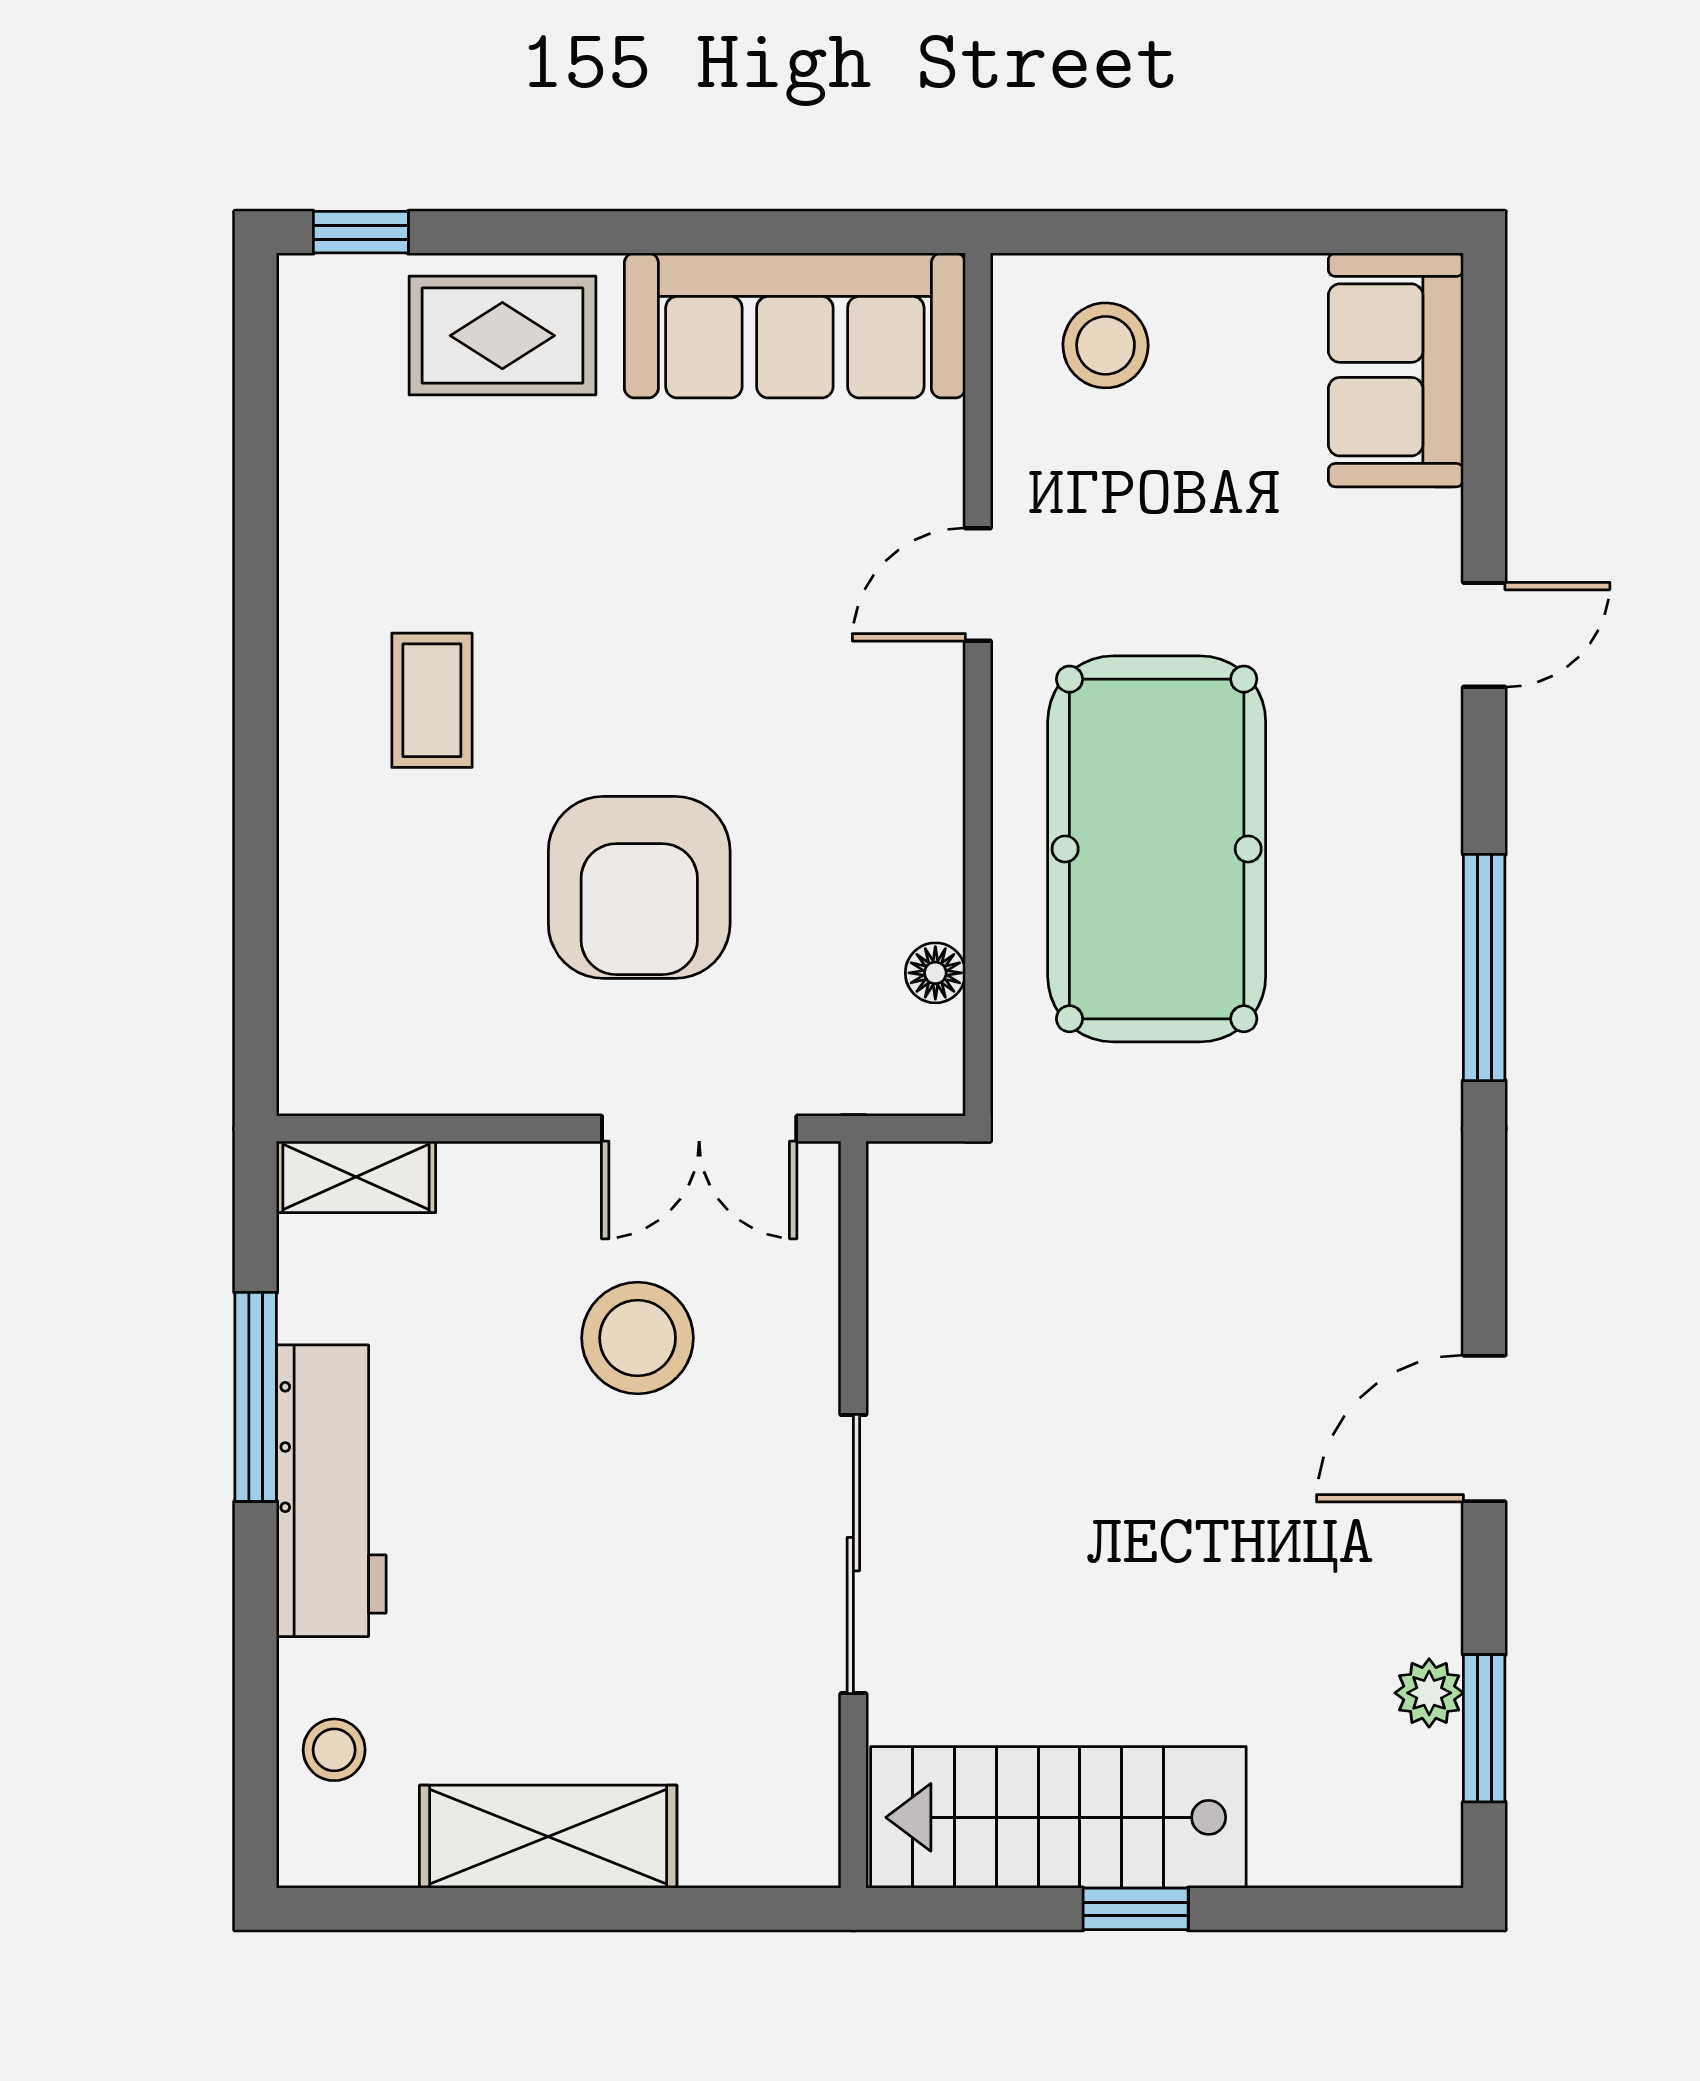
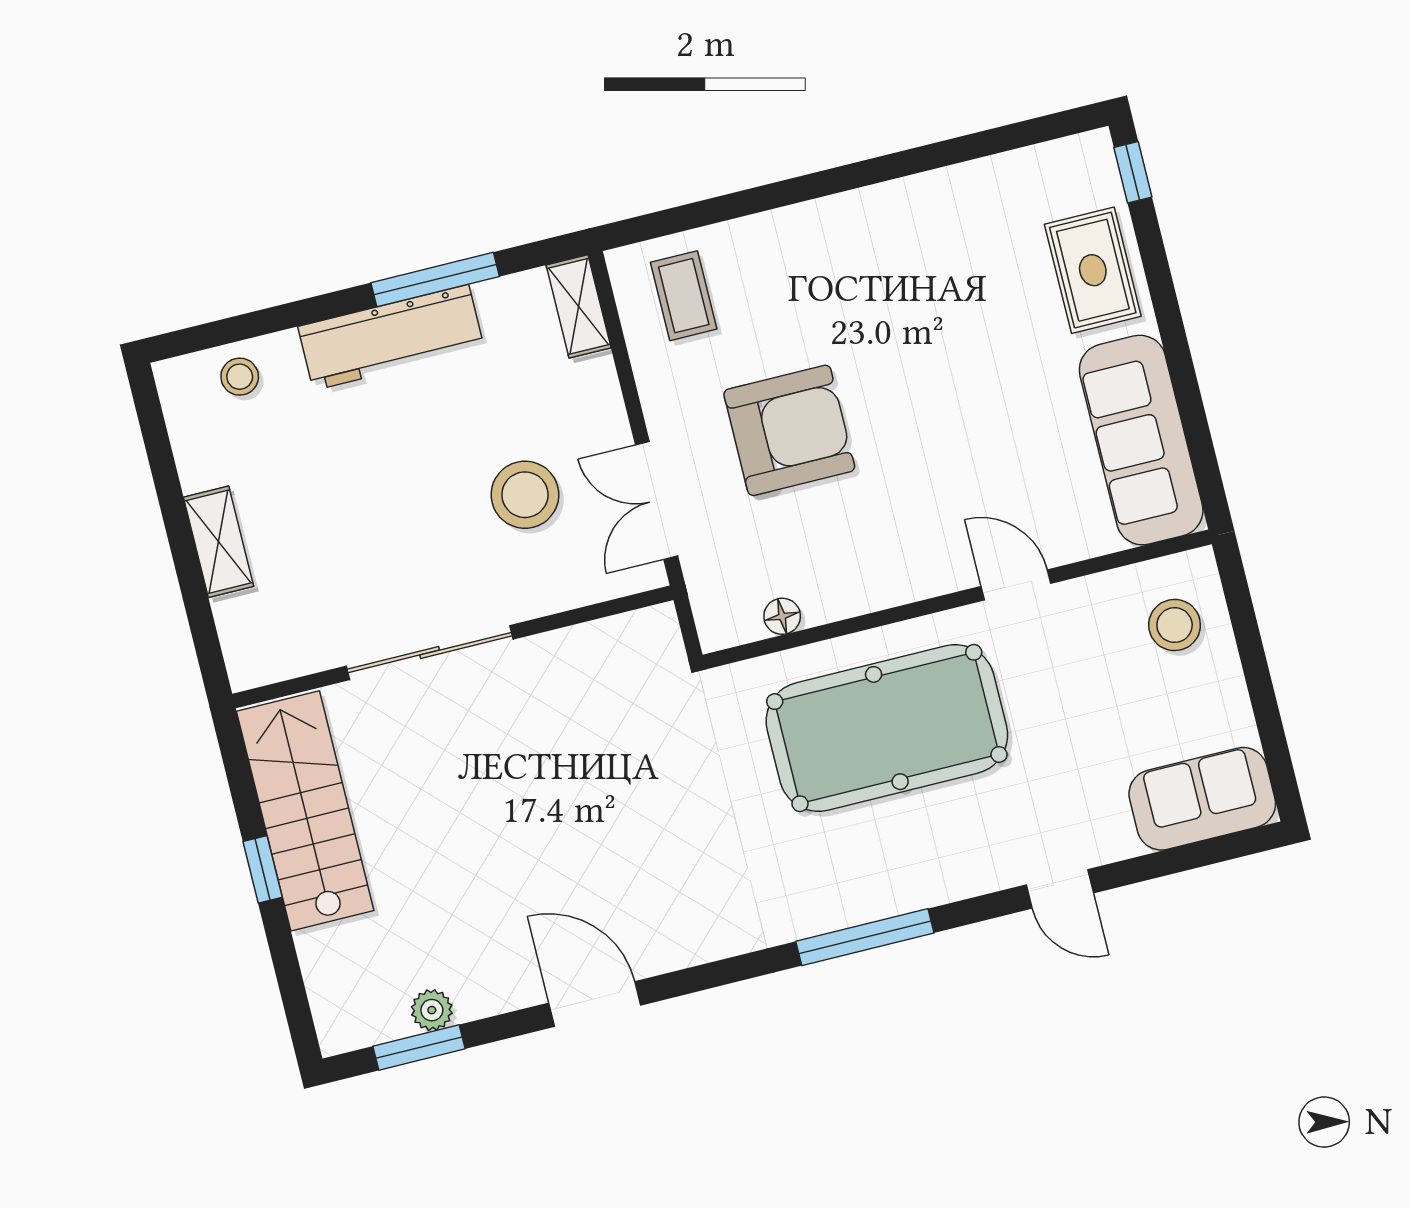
coffee table: (432, 700) -> (684, 296), moved, turned 90
armchair: (639, 887) -> (789, 430), turned 180
shelving: (548, 1837) -> (218, 542), width x0.67, depth x0.75

